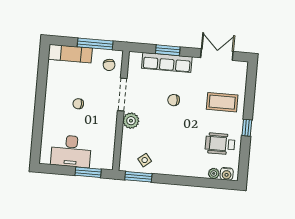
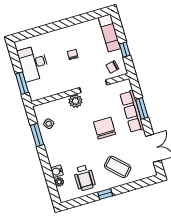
window: (95, 44) -> (125, 50), width x0.46
chair: (174, 100) -> (105, 128), width x1.87, depth x1.87
coffee table: (222, 102) -> (118, 167), turned -46
wheelchair: (220, 144) -> (84, 178), turned 180
water cooler: (227, 174) -> (57, 171), moved
window: (138, 177) -> (37, 135), moved

